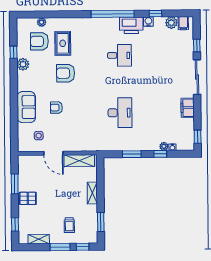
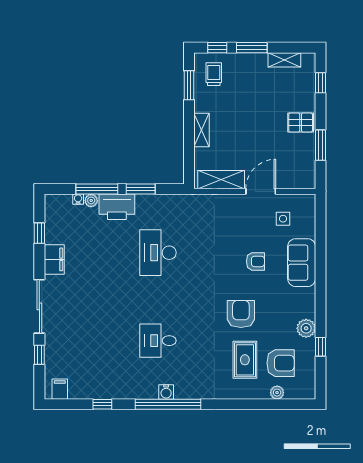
water cooler: (148, 22) -> (166, 392), moved
plant: (171, 23) -> (78, 390), removed
printer: (131, 25) -> (117, 207), moved, turned 180
armchair: (66, 73) -> (241, 314), turned -90
window: (198, 137) -> (39, 233), moved
door: (53, 153) -> (261, 191), hinge flipped
window: (160, 154) -> (97, 189), width x2.17
trolley: (69, 225) -> (214, 74), moved

